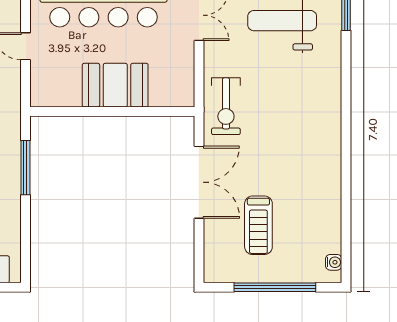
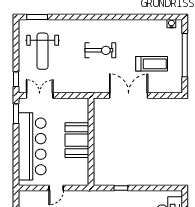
exercise bike: (226, 106) -> (100, 50), moved
window: (25, 168) -> (121, 188), width x0.46

